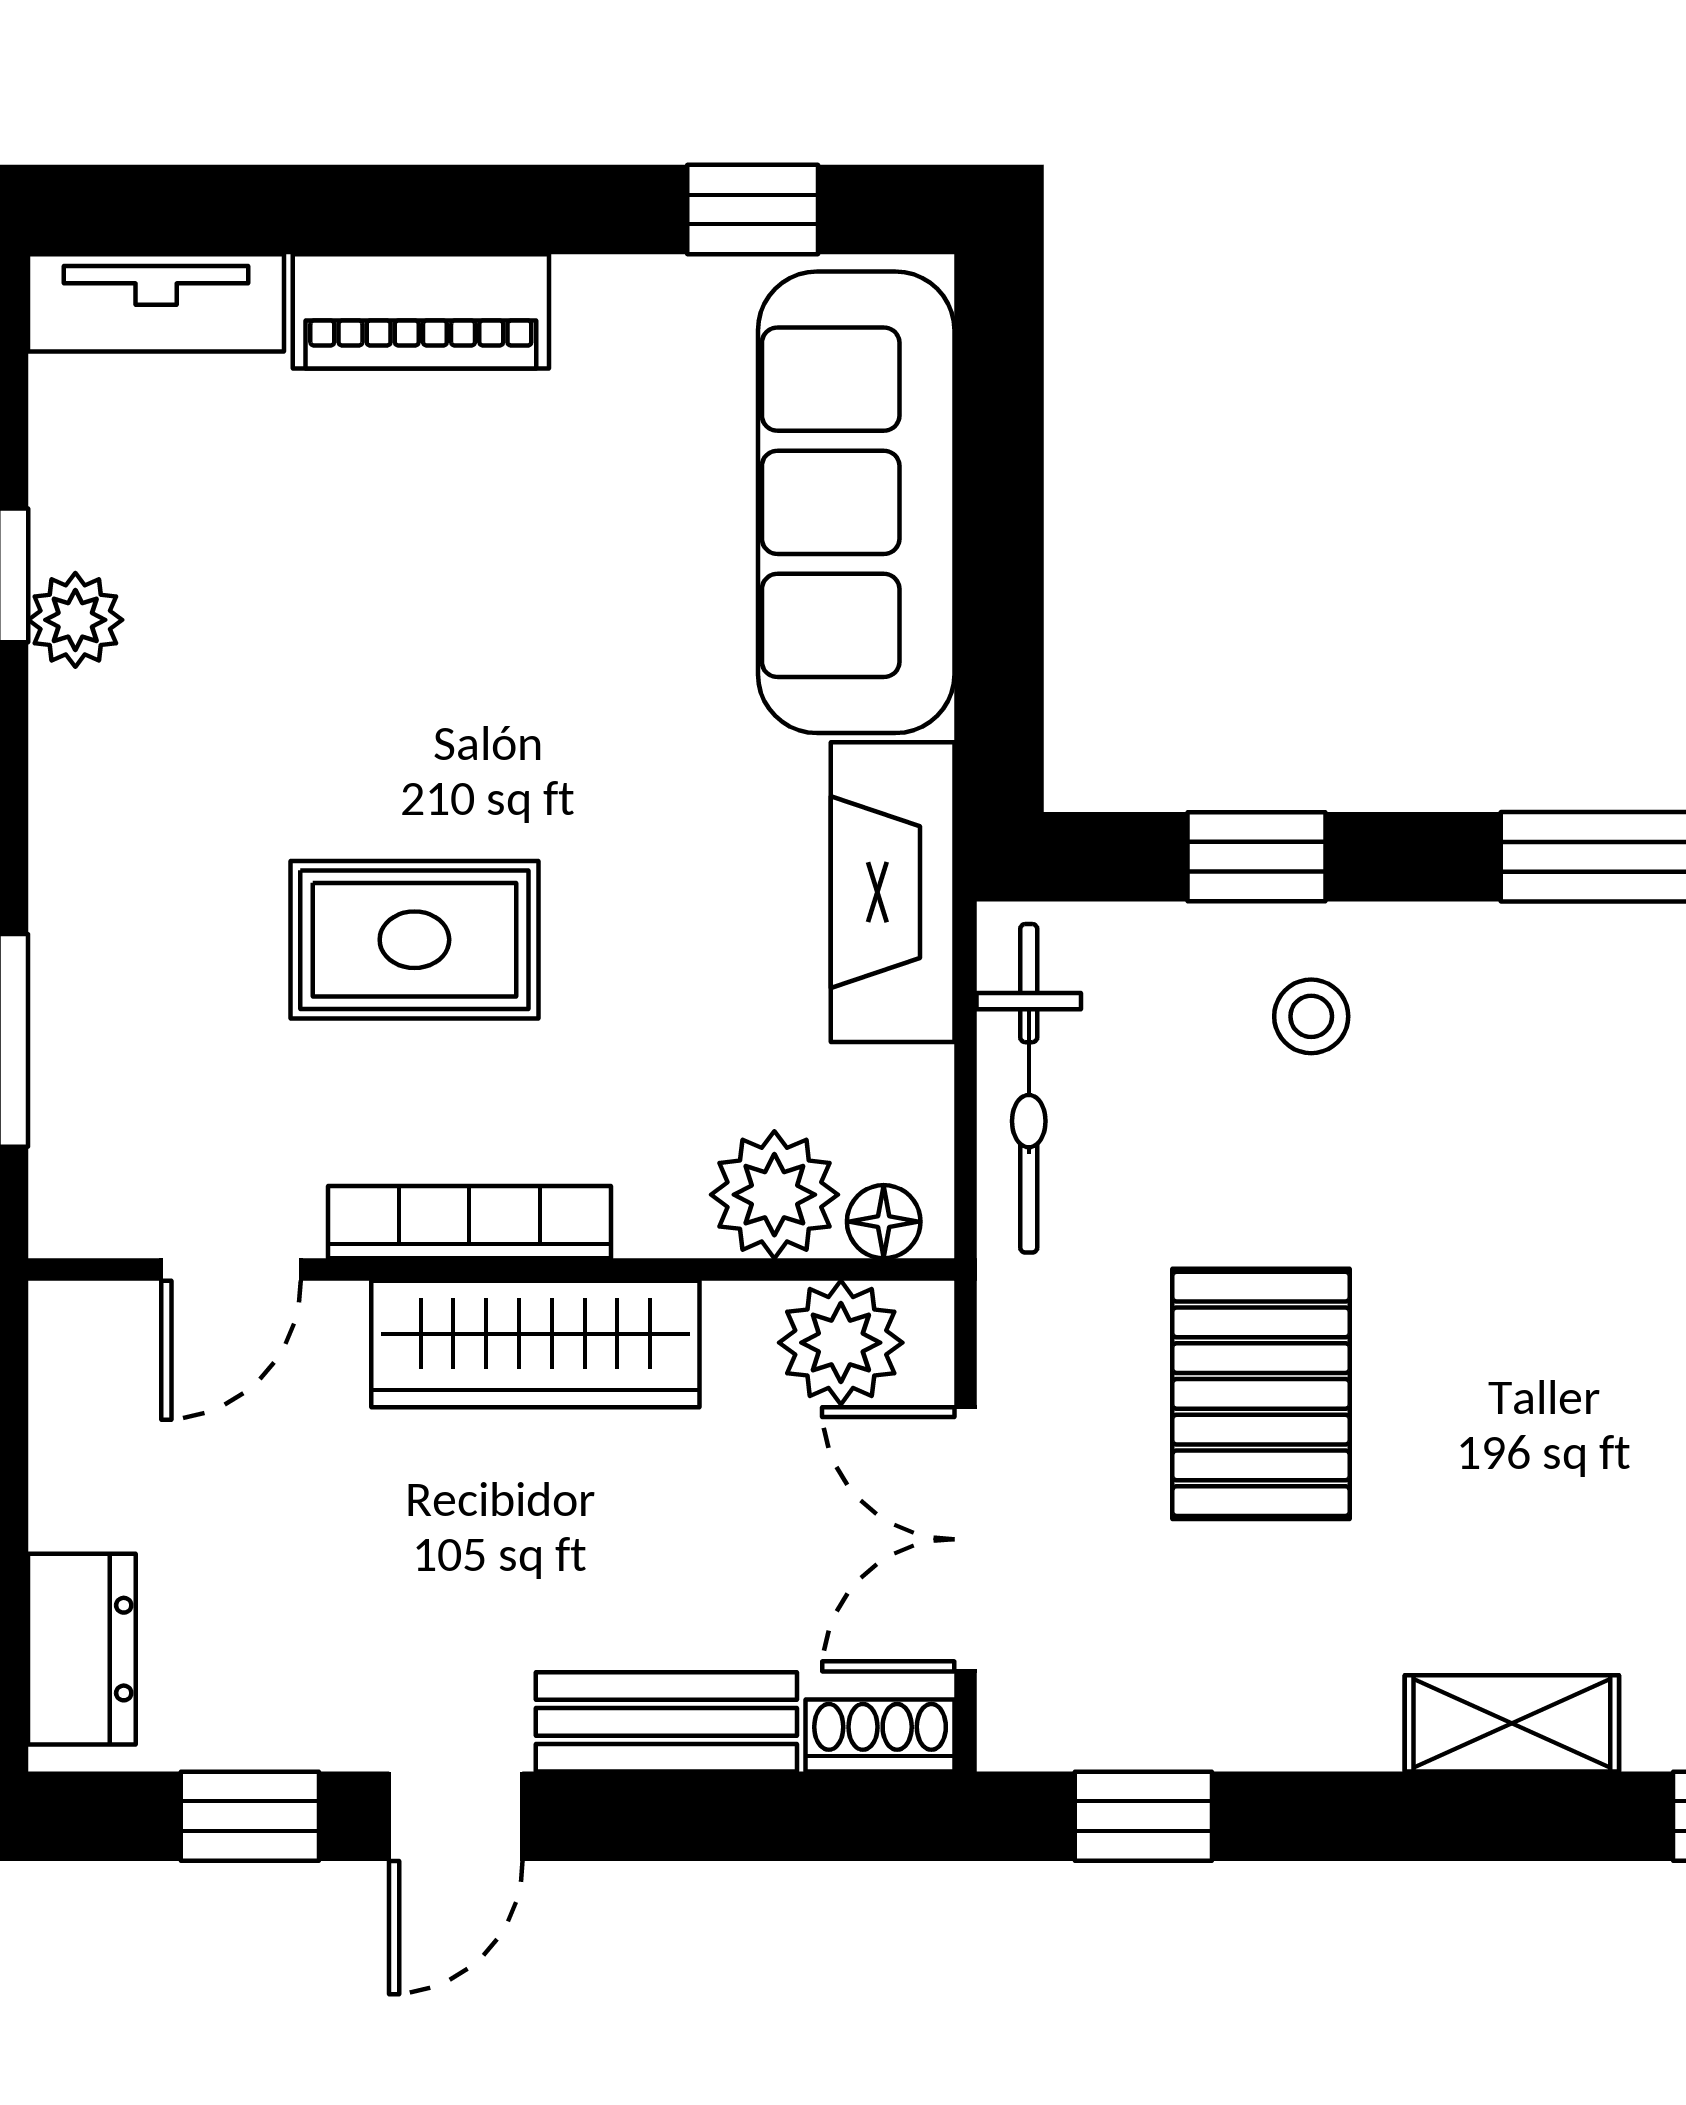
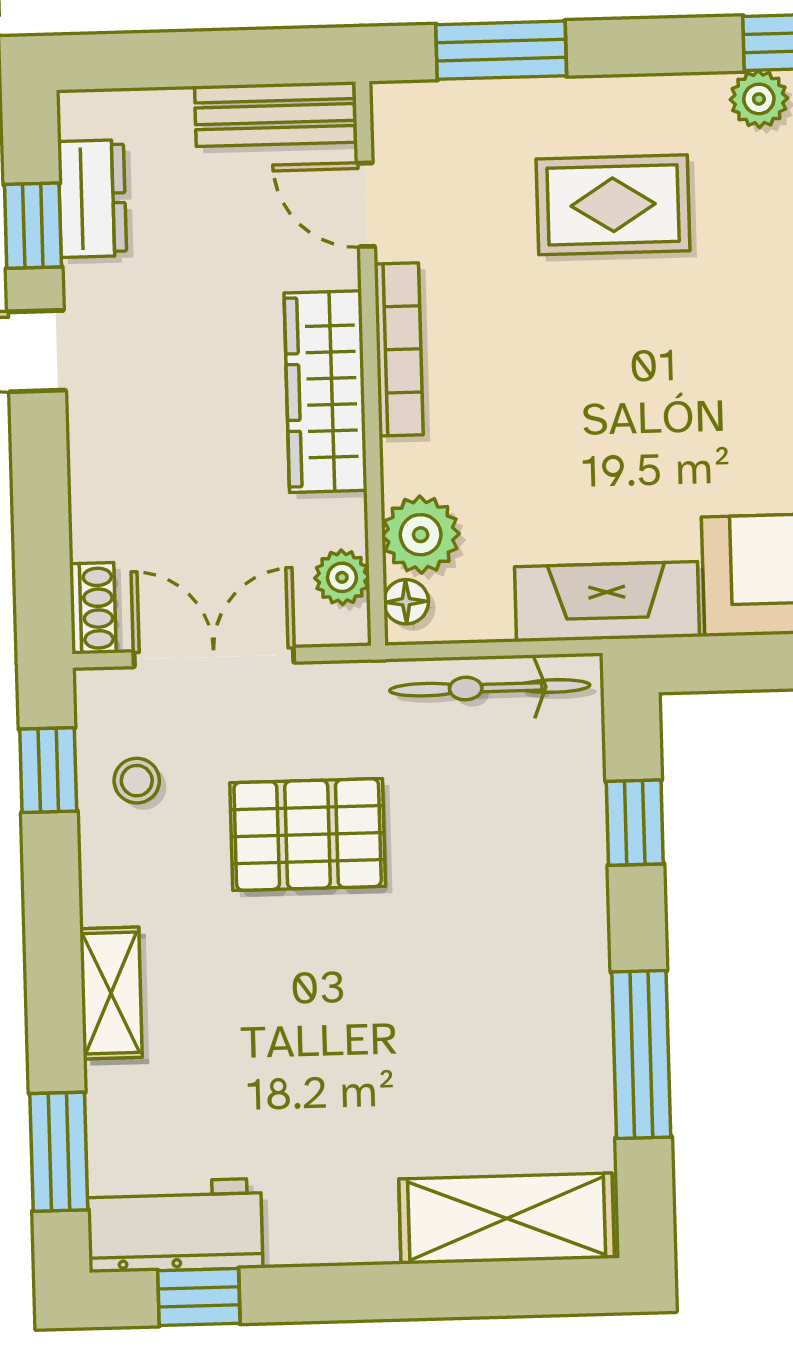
rug: (414, 940) -> (613, 205), moved, turned 90
stool: (1311, 1016) -> (137, 781), moved
plant: (841, 1343) -> (342, 577), width x0.73, depth x0.73
dresser: (82, 1649) -> (92, 198), moved, turned -90
bench: (666, 1722) -> (275, 114), moved, turned 90

